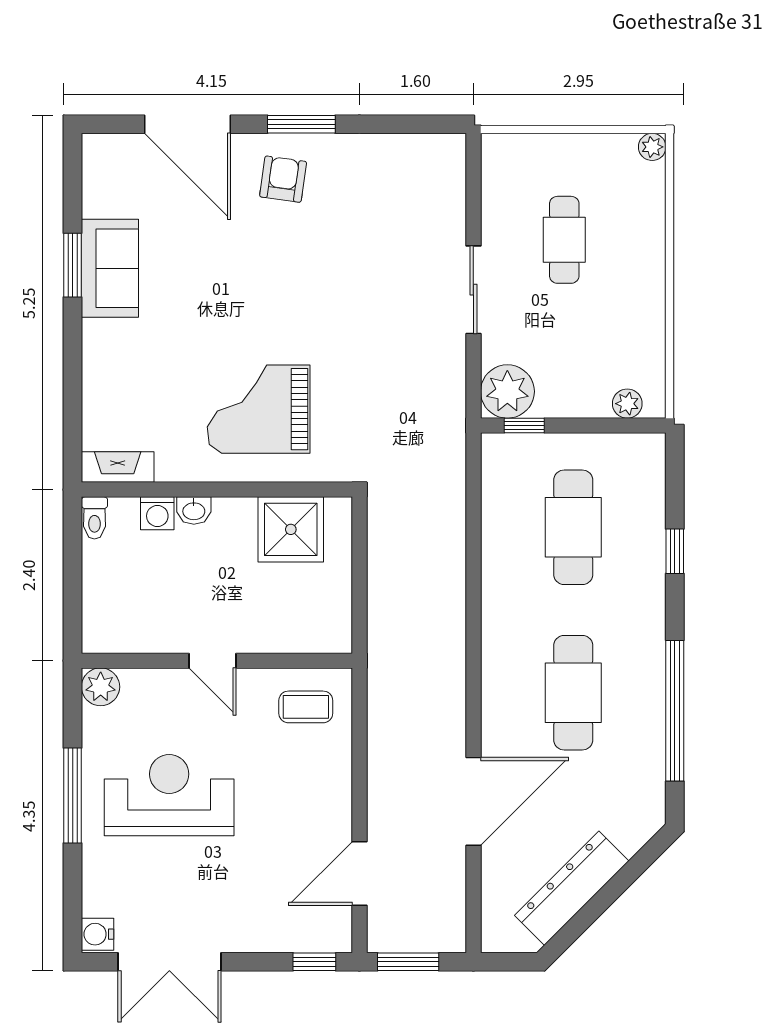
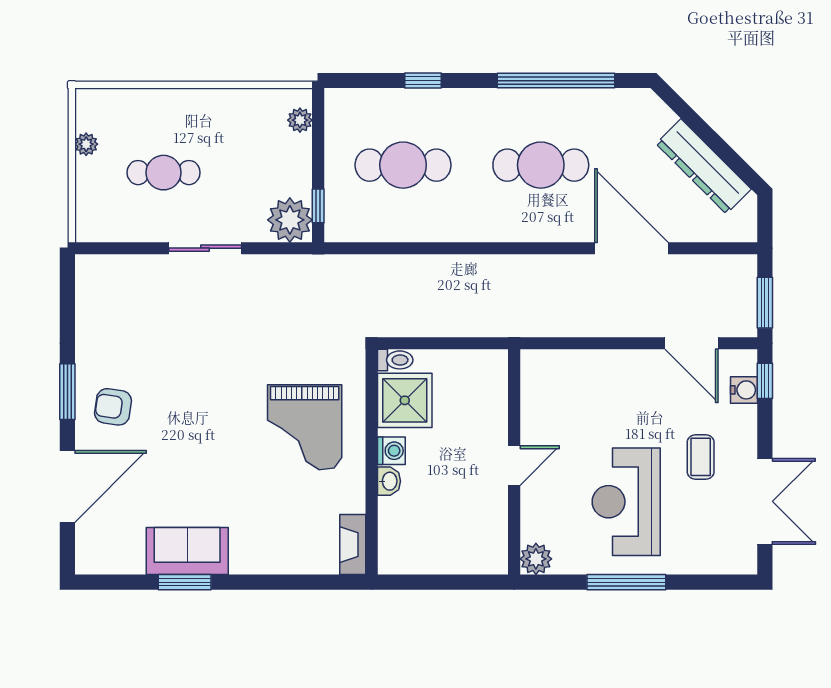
plant: (652, 147) -> (86, 144), moved
washing machine: (157, 513) -> (391, 451), moved
toilet: (94, 518) -> (395, 360), moved
coffee table: (306, 707) -> (701, 457), moved
water cooler: (98, 934) -> (744, 390), moved, turned -90

